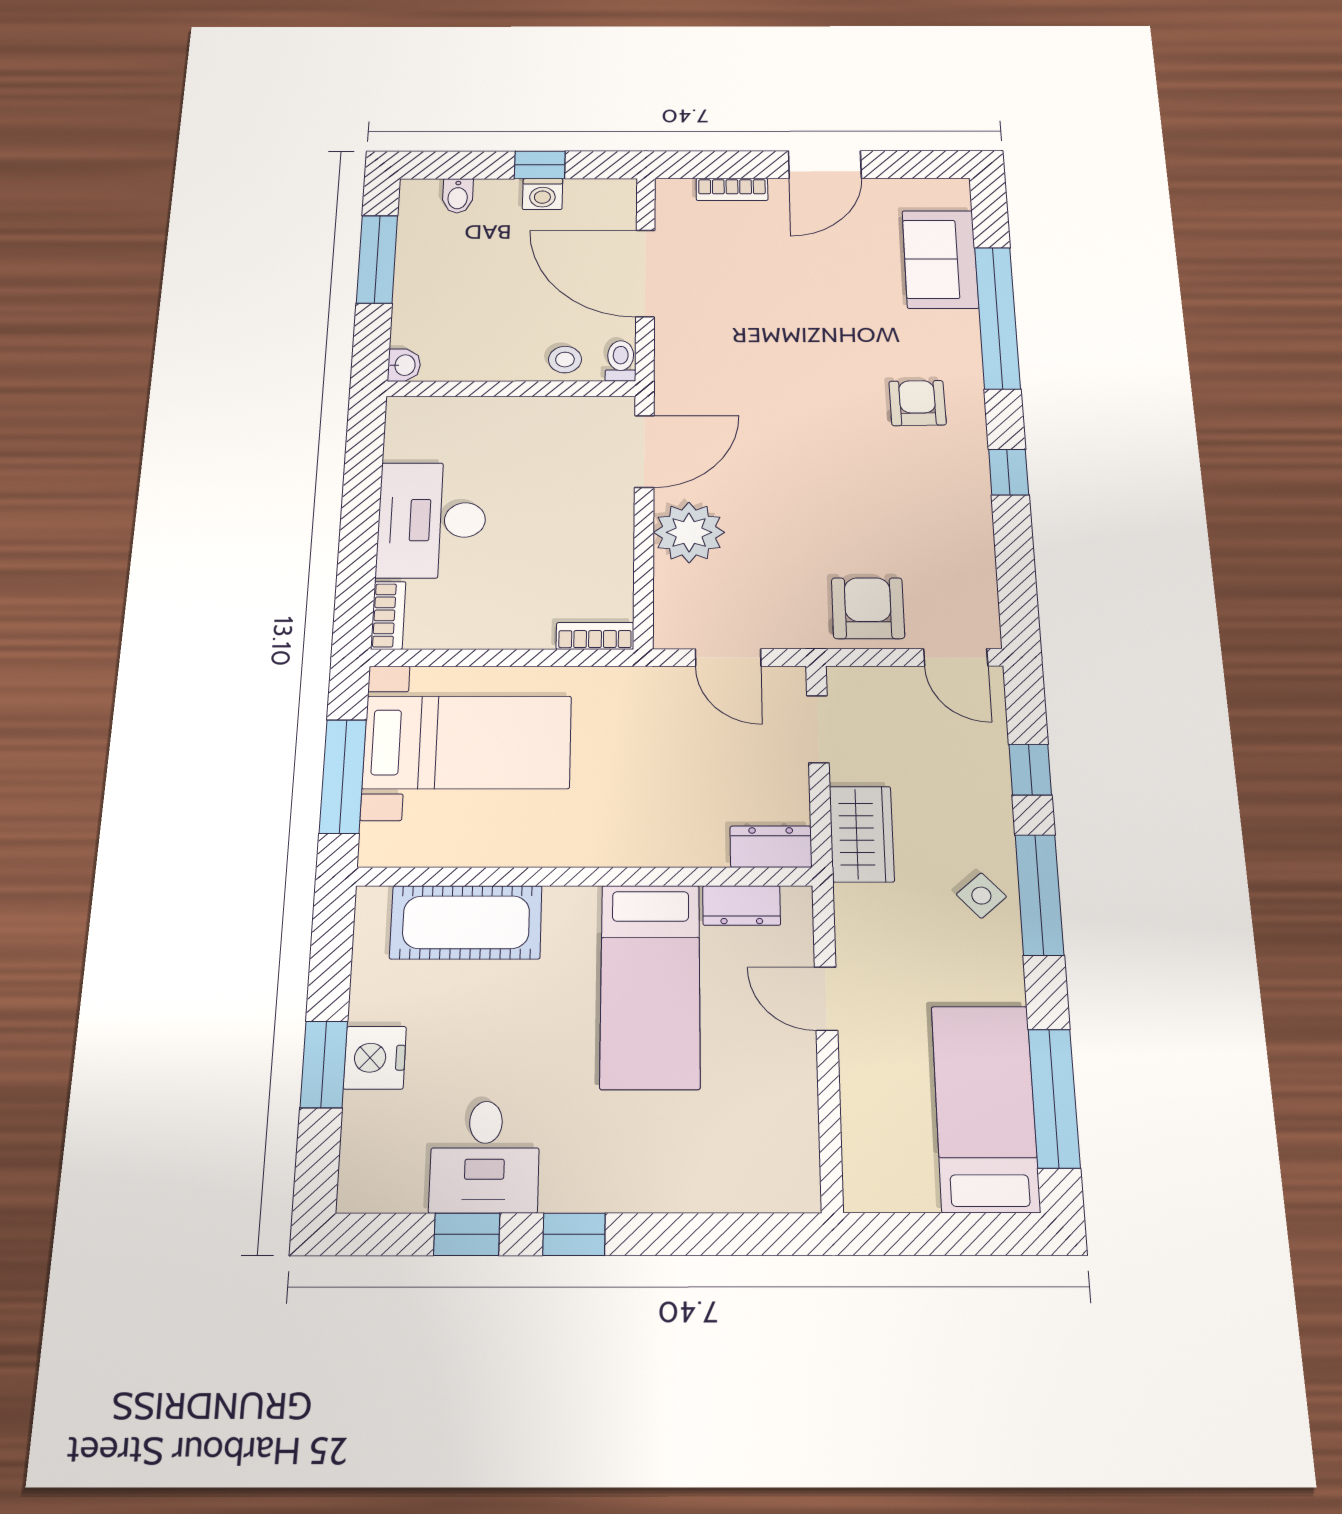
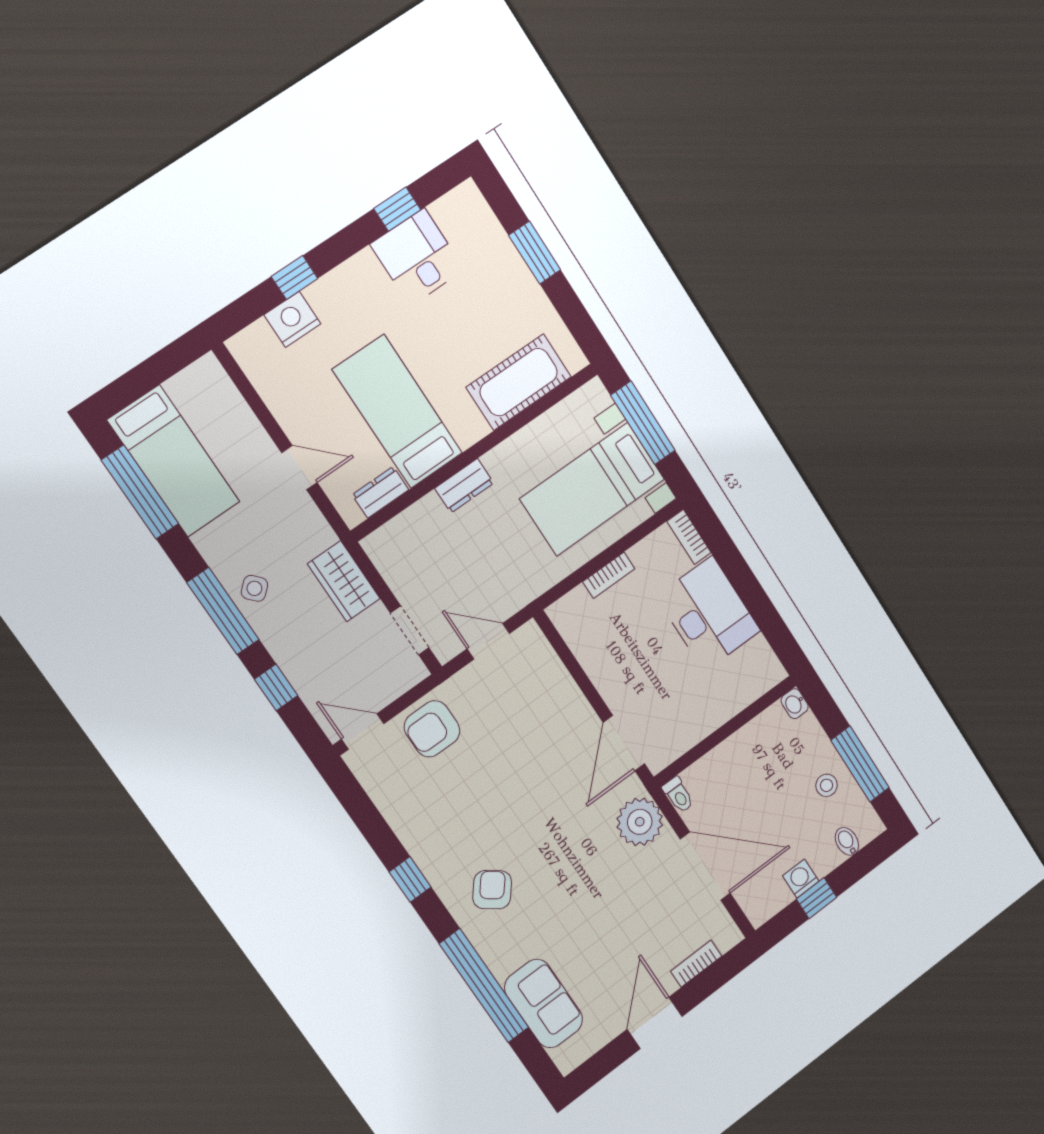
stool: (565, 360) -> (827, 785), moved
armchair: (917, 403) -> (492, 890), turned -141
plant: (689, 532) -> (640, 822), moved
armchair: (868, 608) -> (432, 729), turned 90
bookcase: (595, 636) -> (609, 575), moved
dresser: (771, 847) -> (464, 486), moved
nightstand: (375, 1058) -> (292, 319), moved, turned -90
window: (574, 1234) -> (295, 277), moved

